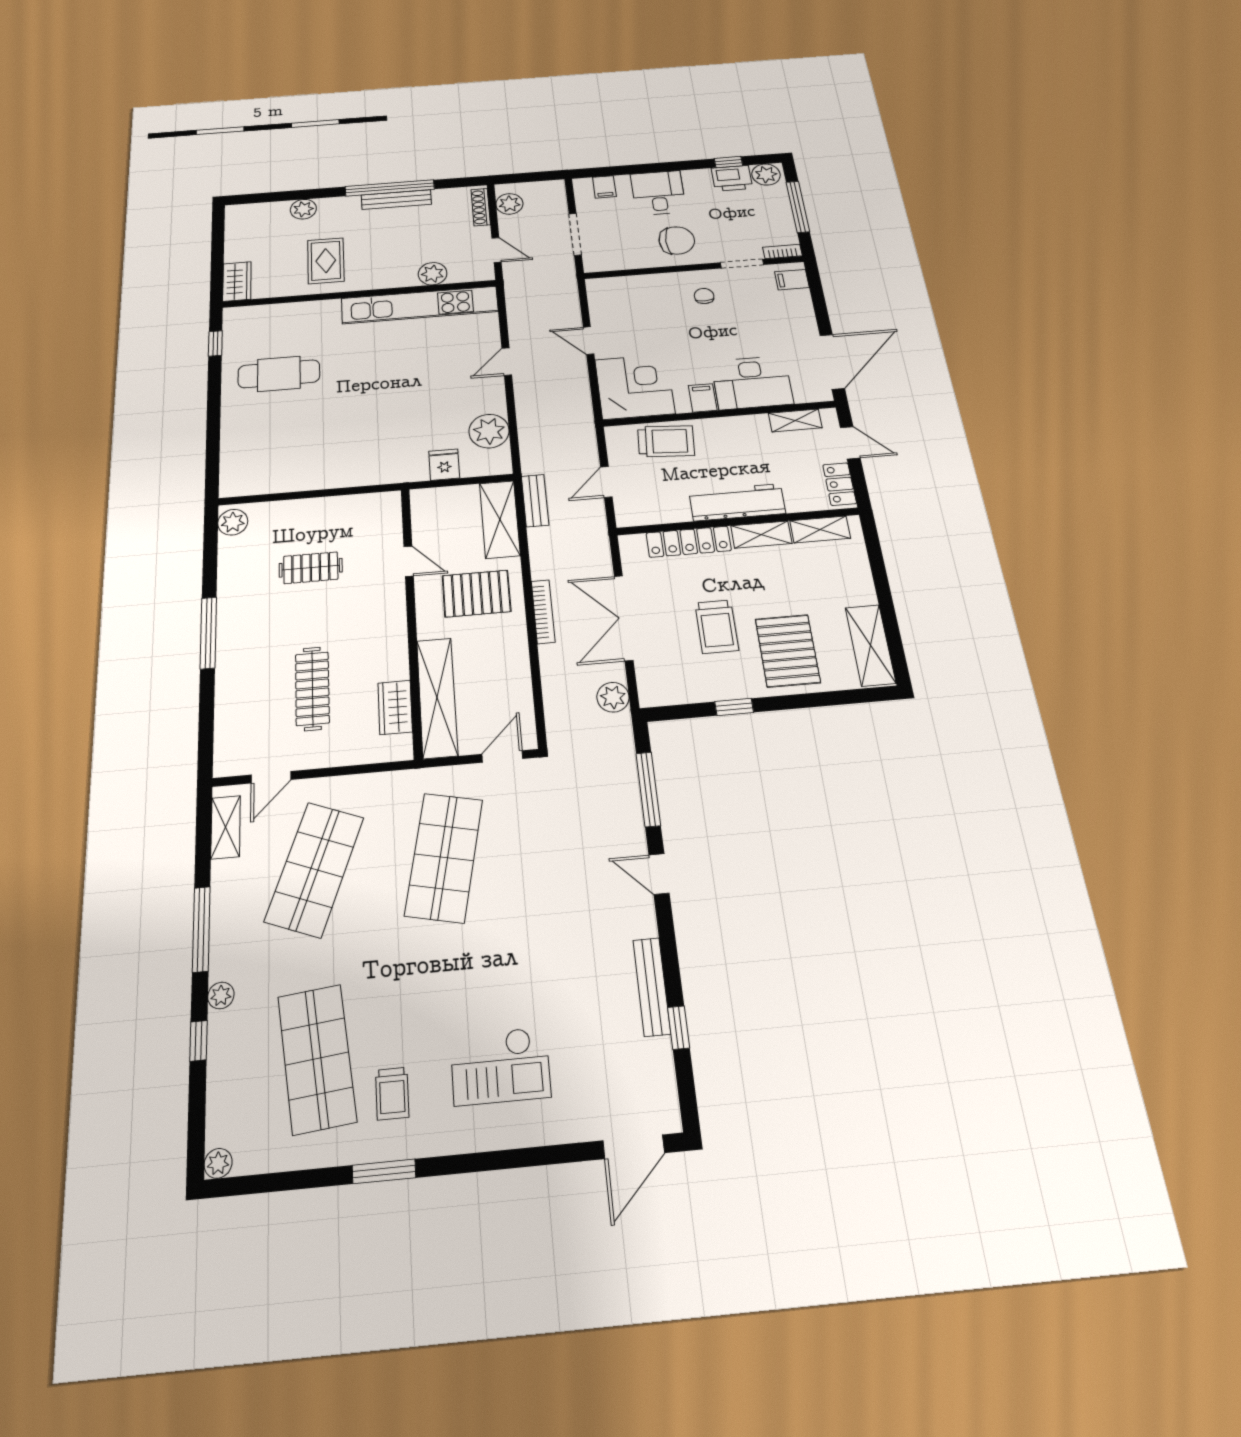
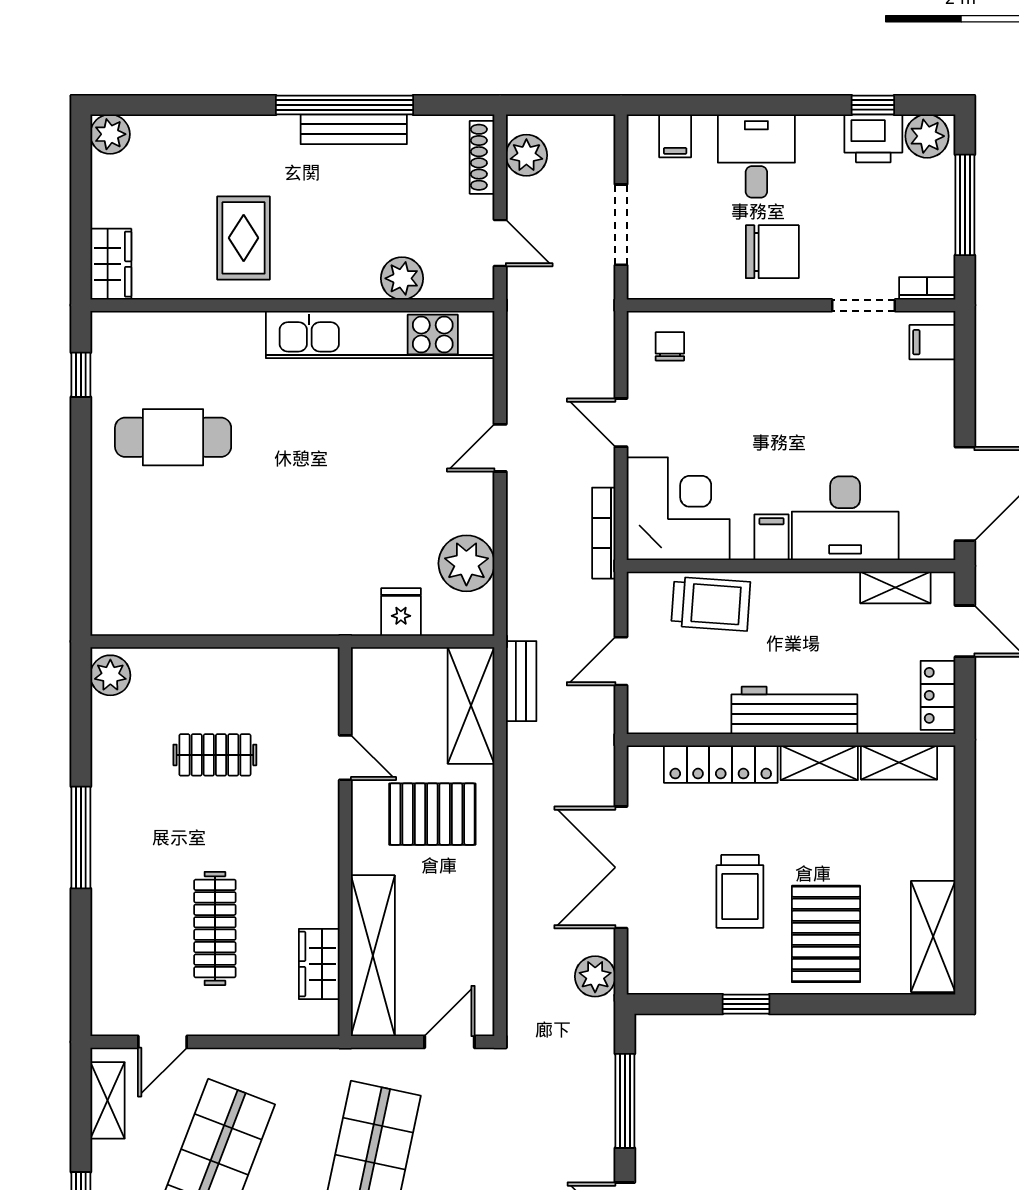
plant: (303, 209) -> (110, 134), moved
chair: (704, 296) -> (670, 346), moved
bookcase: (543, 612) -> (604, 533), moved, turned 180

